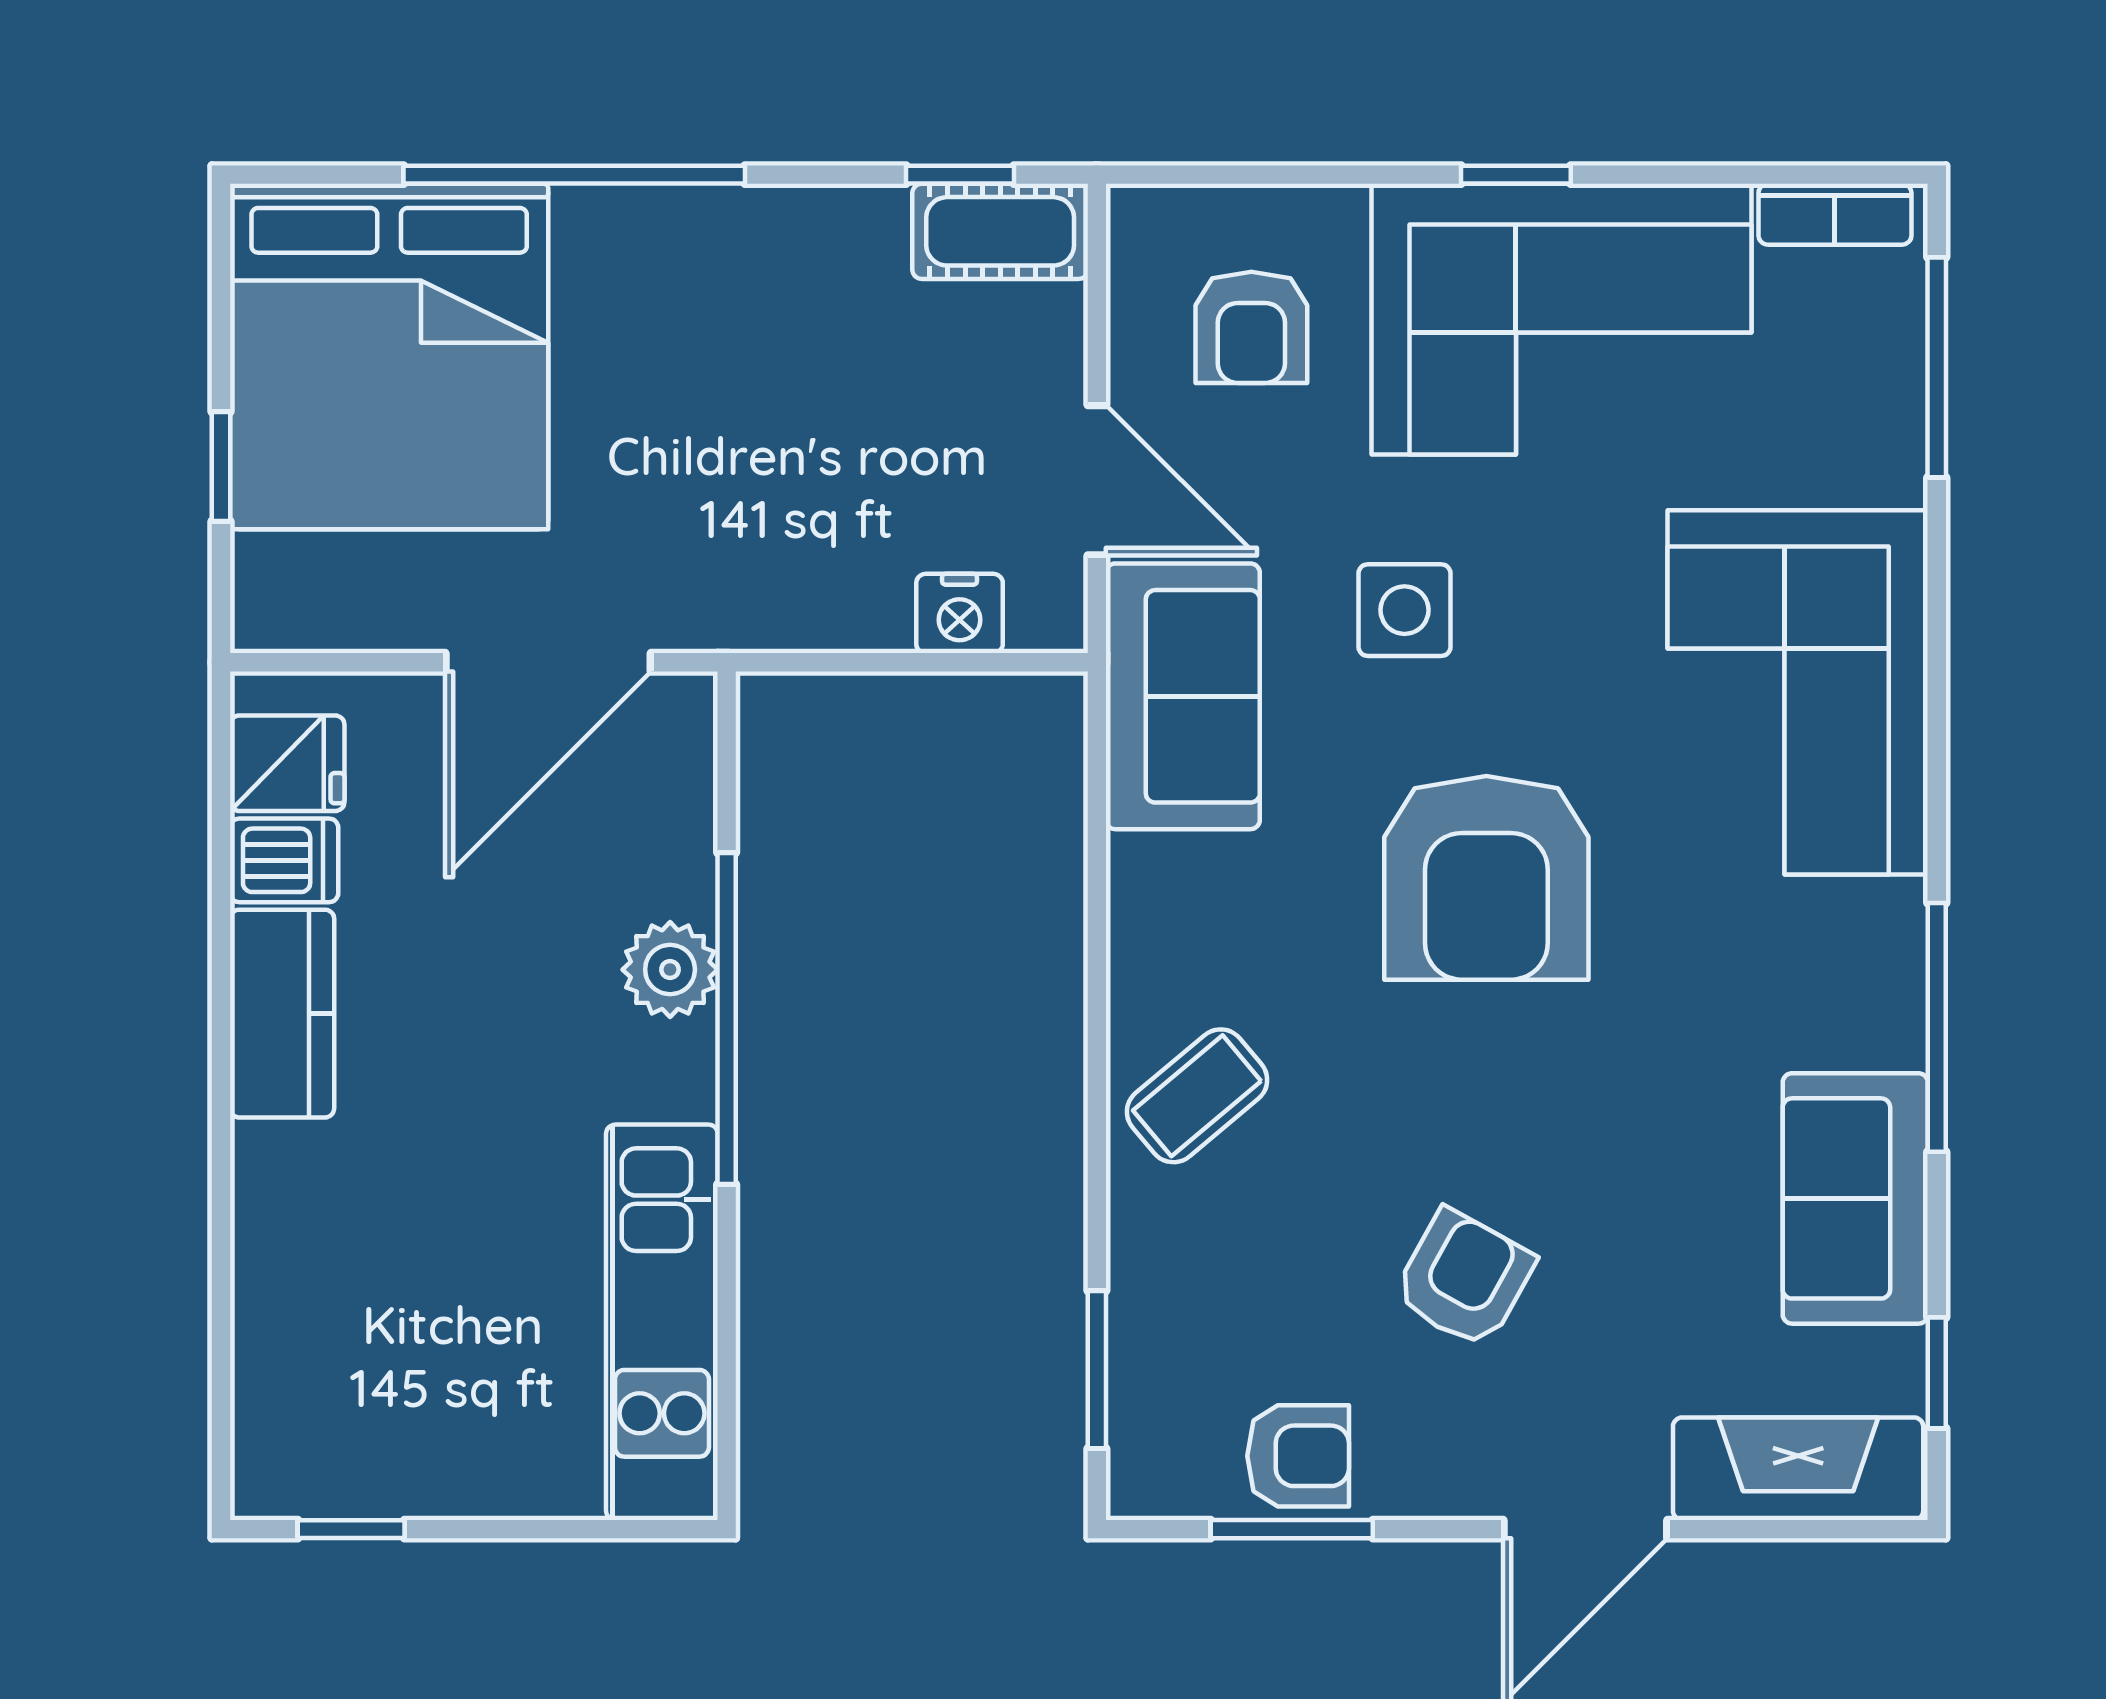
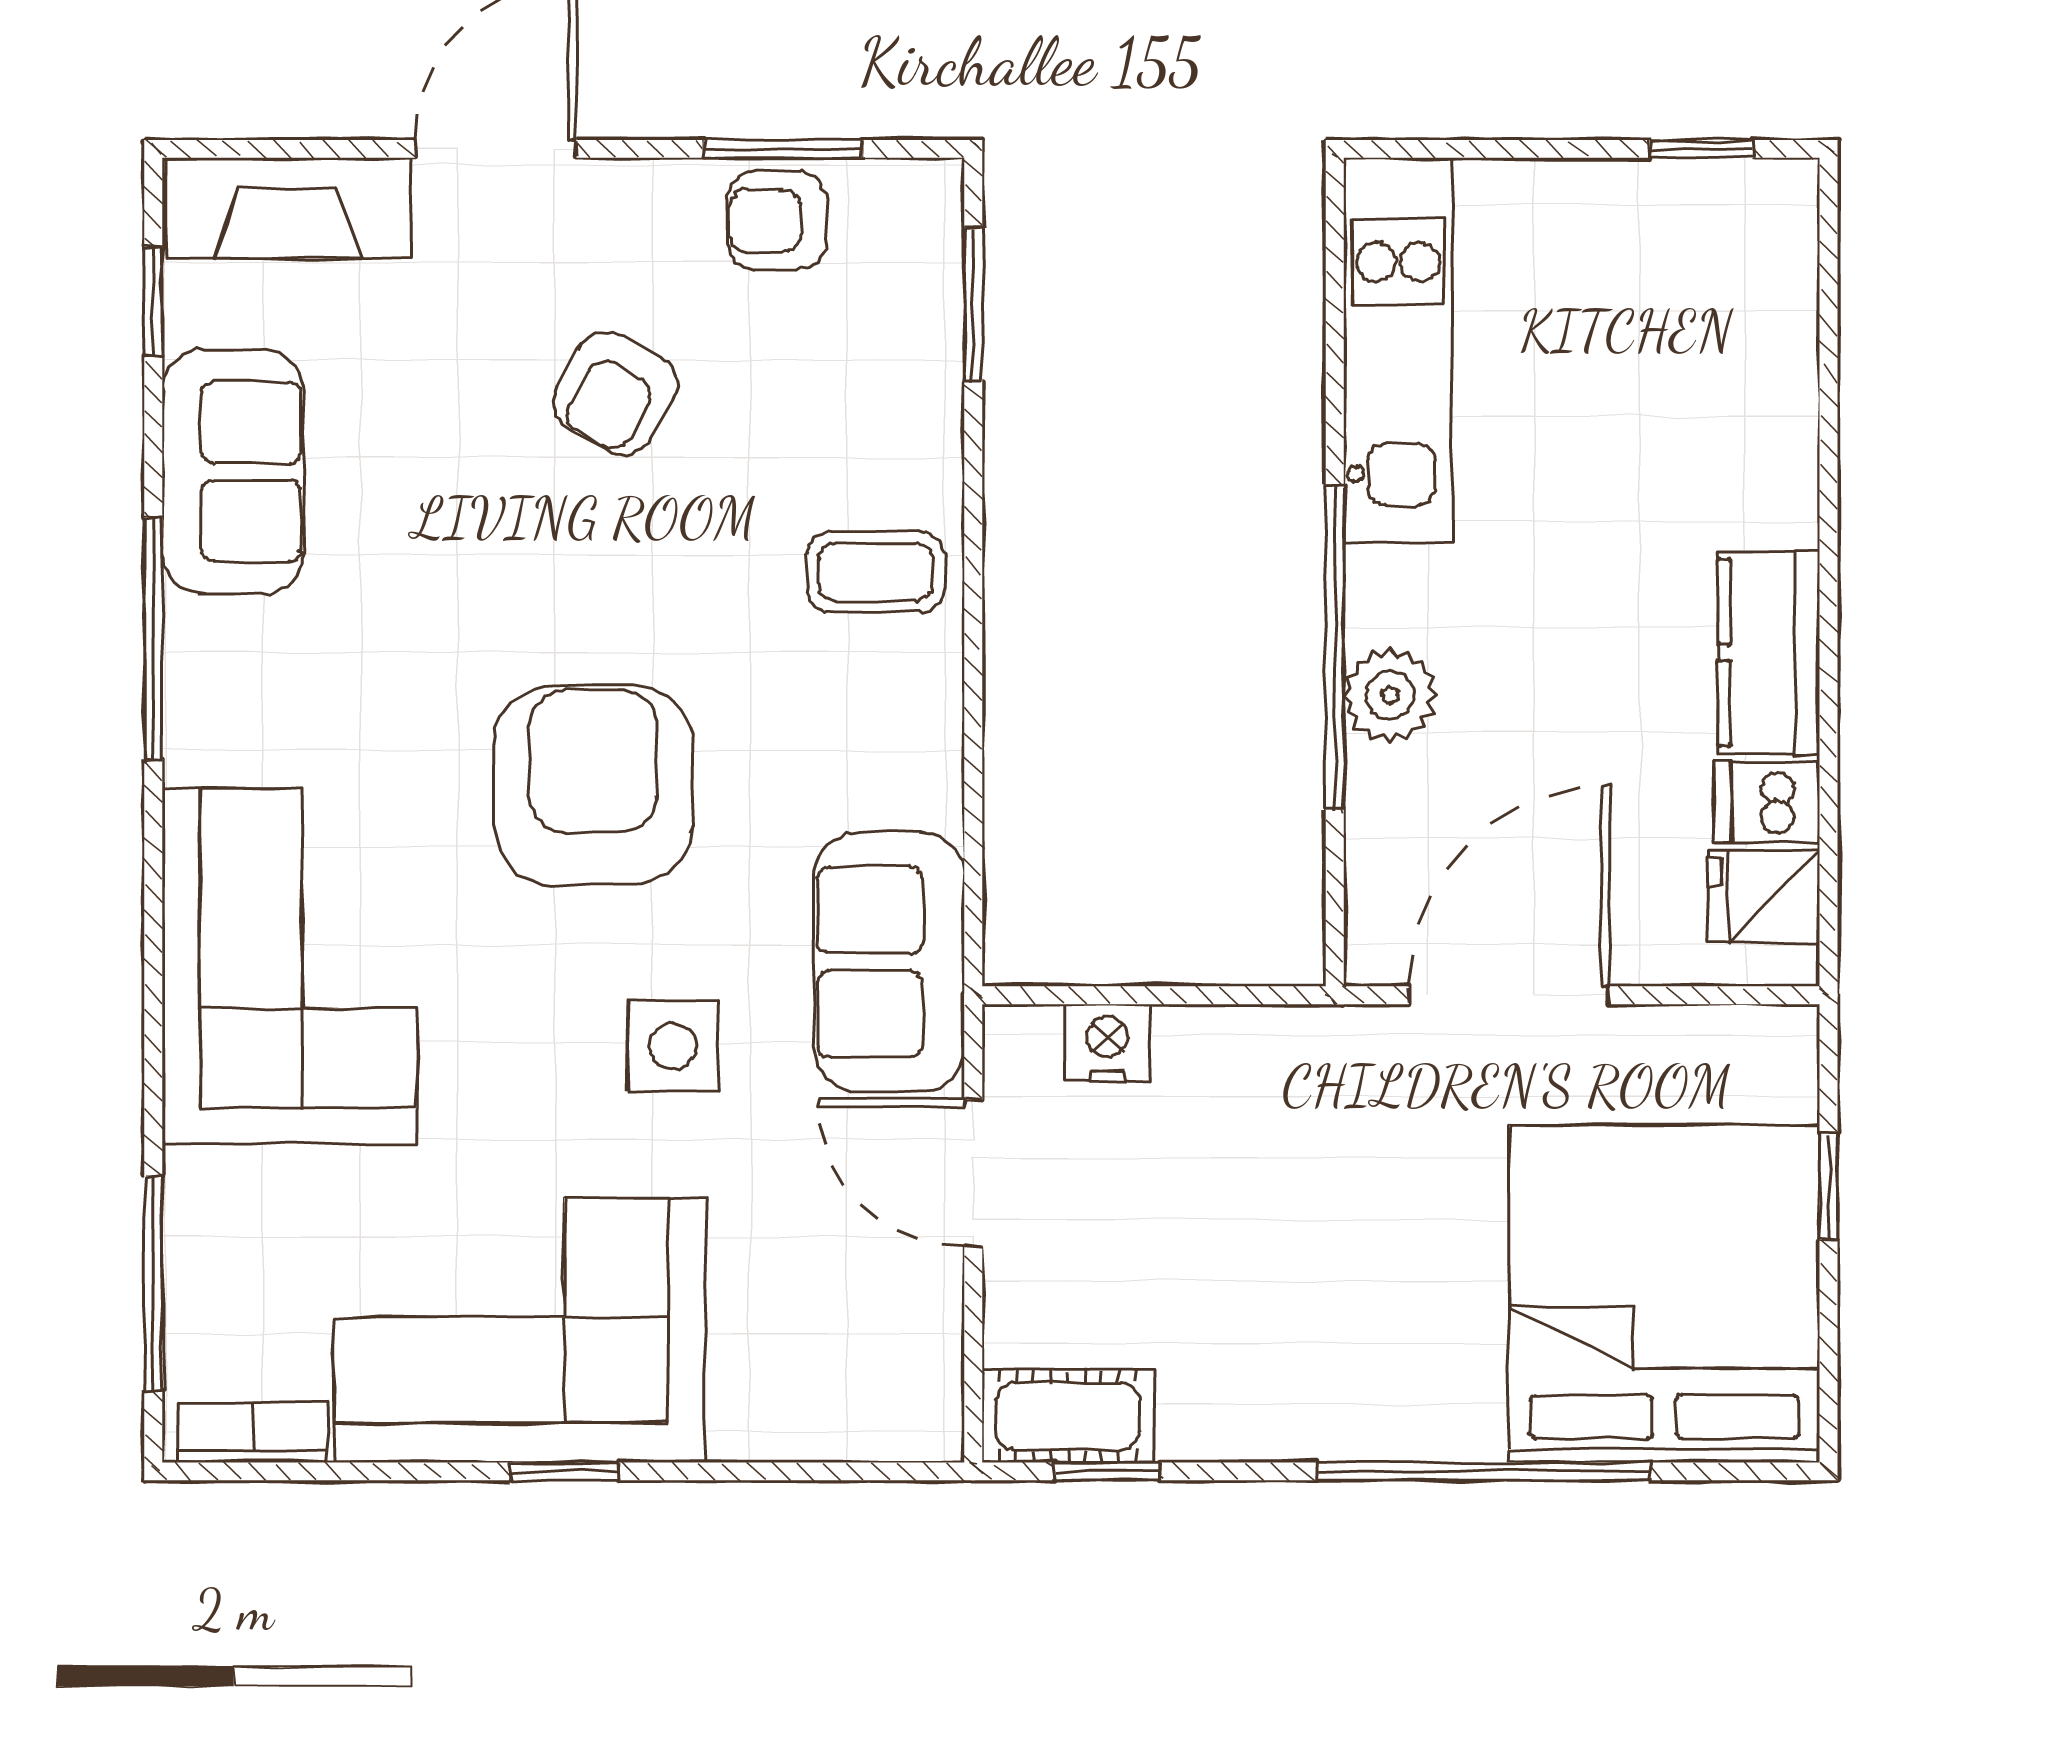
armchair: (1251, 327) -> (822, 1322), removed
coffee table: (1197, 1096) -> (876, 572), turned 40

